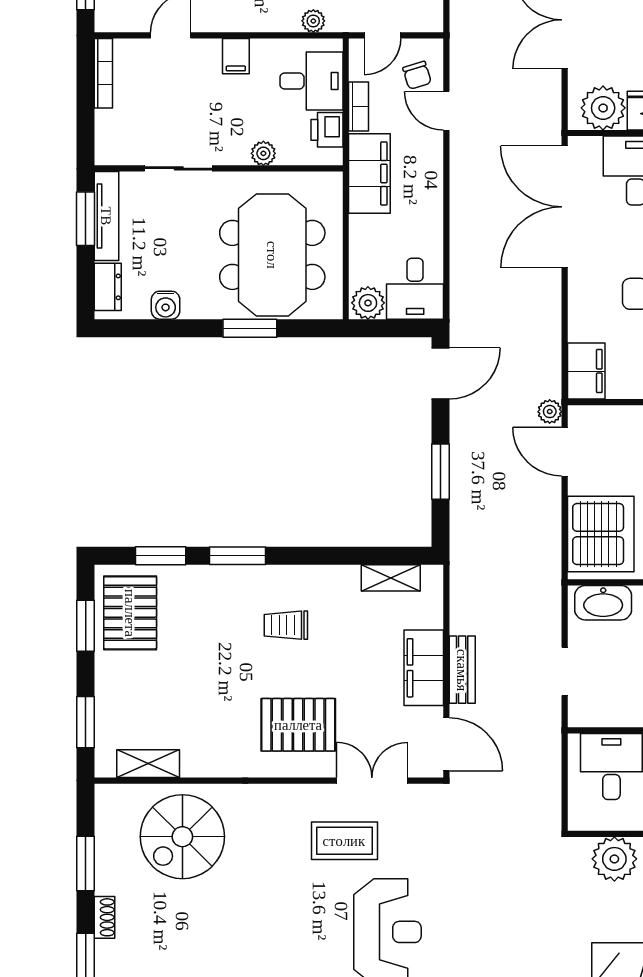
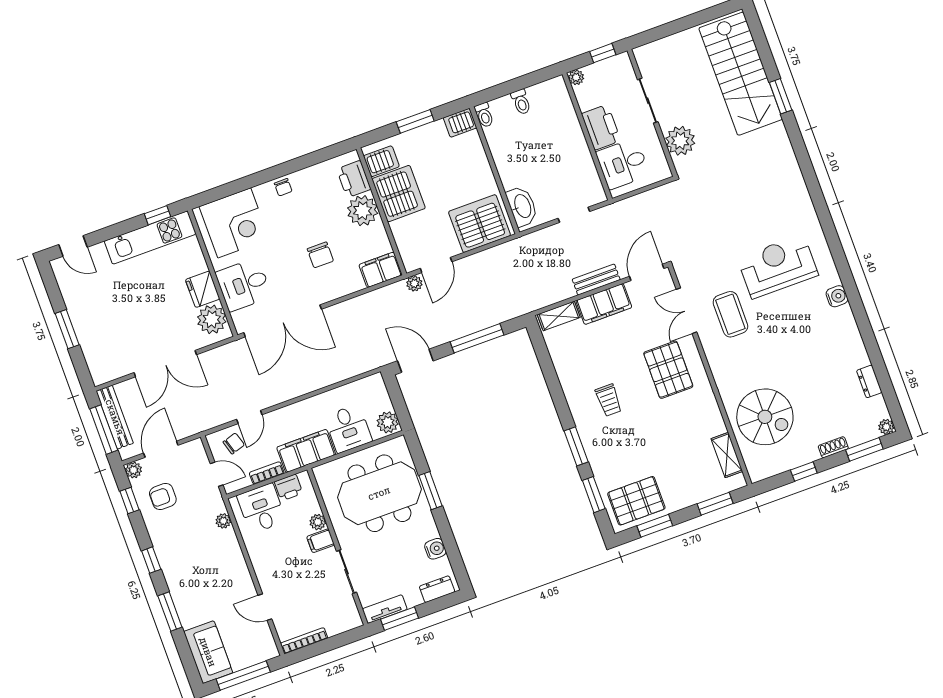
filing cabinet: (236, 56) -> (321, 541), moved, turned 180
tv unit: (106, 216) -> (385, 609), width x0.71
desk: (415, 289) -> (348, 429), moved, turned 90
window: (440, 472) -> (477, 338), width x1.44
shelving: (391, 578) -> (559, 316), moved, turned 90
window: (86, 864) -> (804, 471), width x0.67

